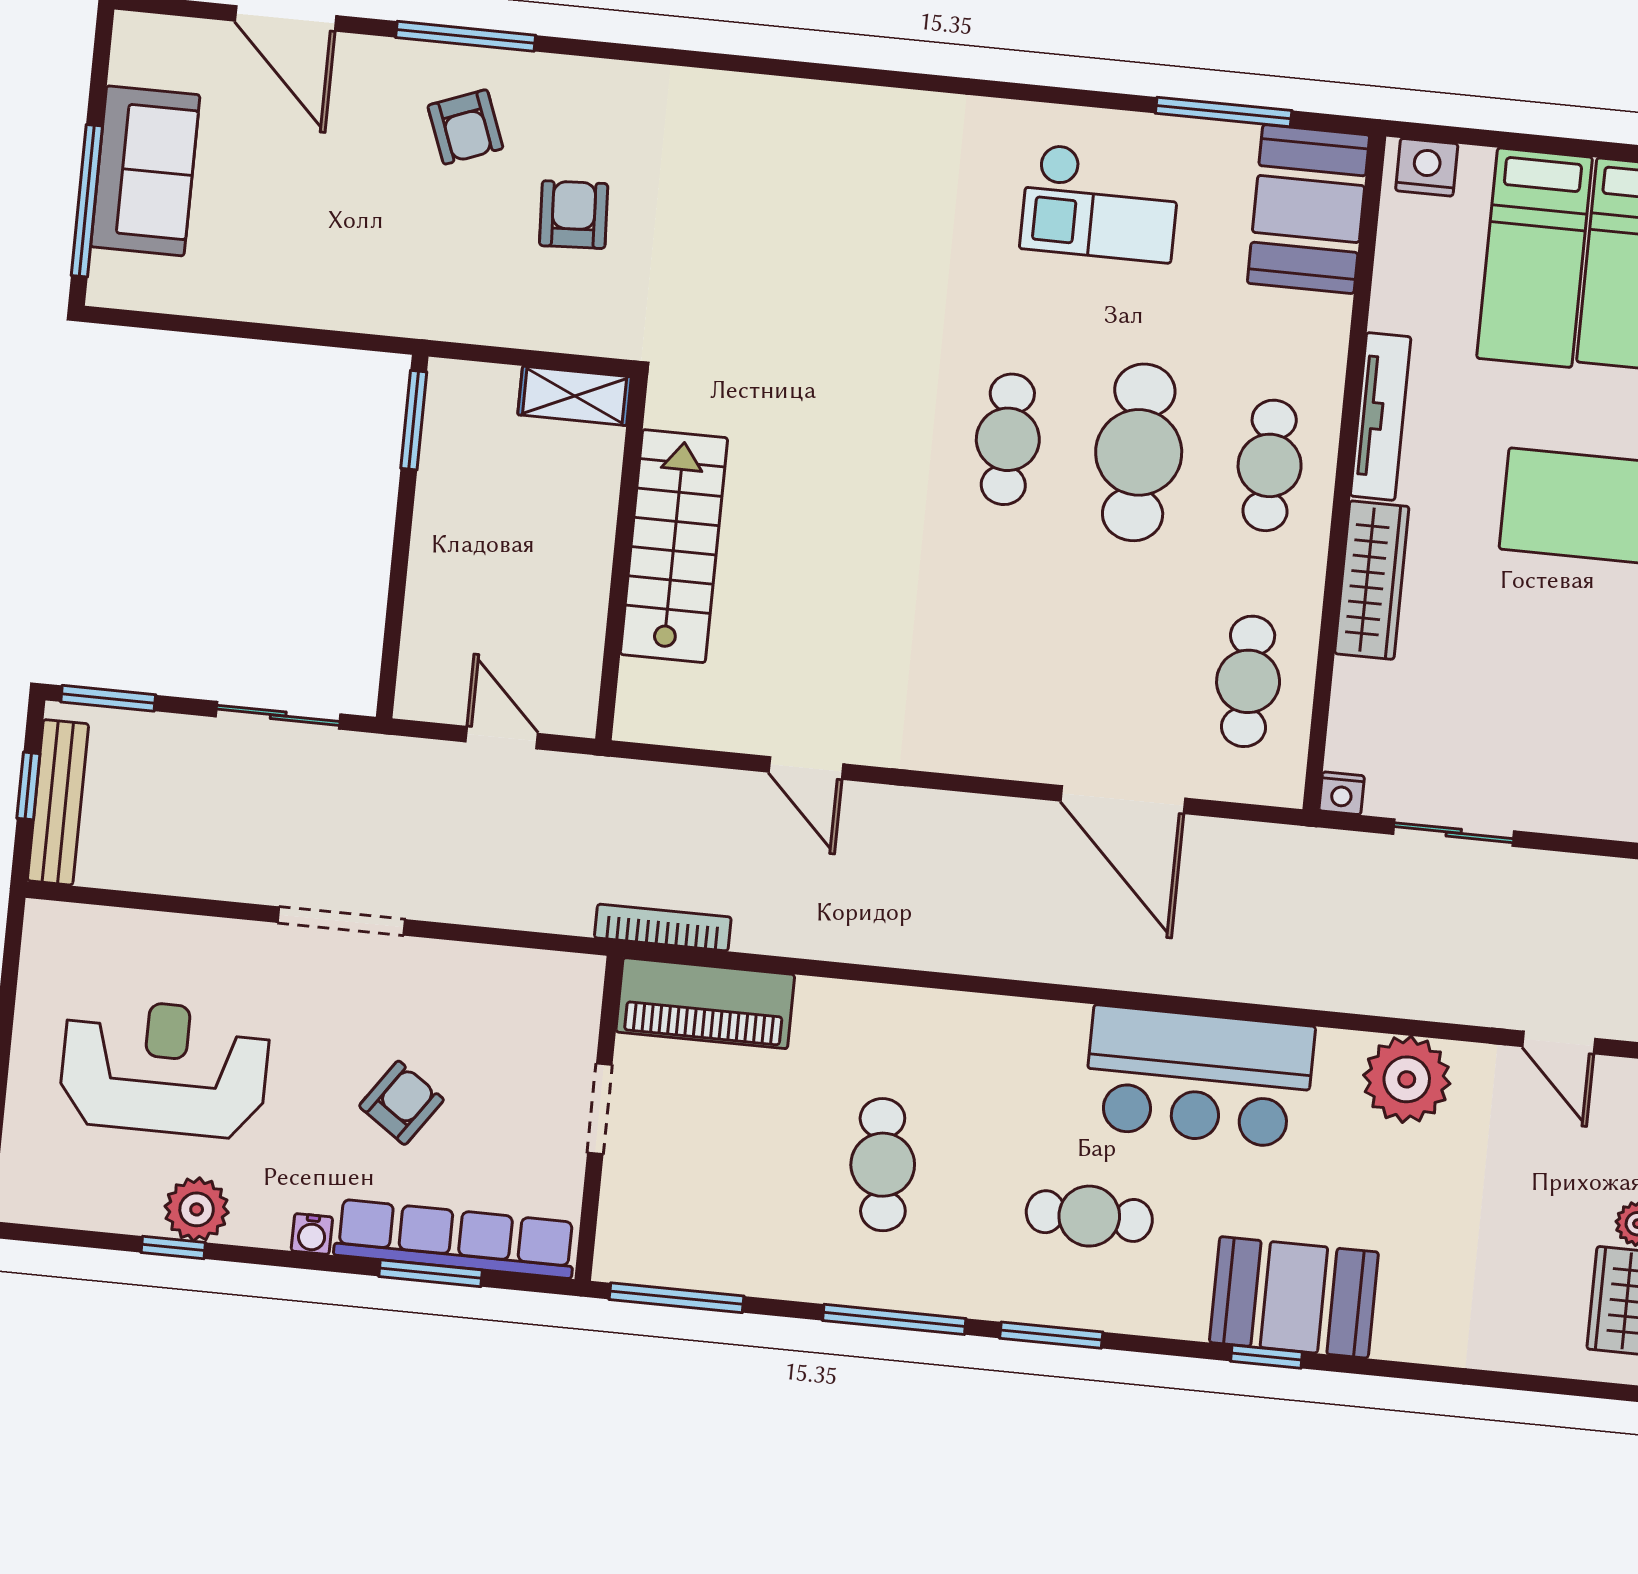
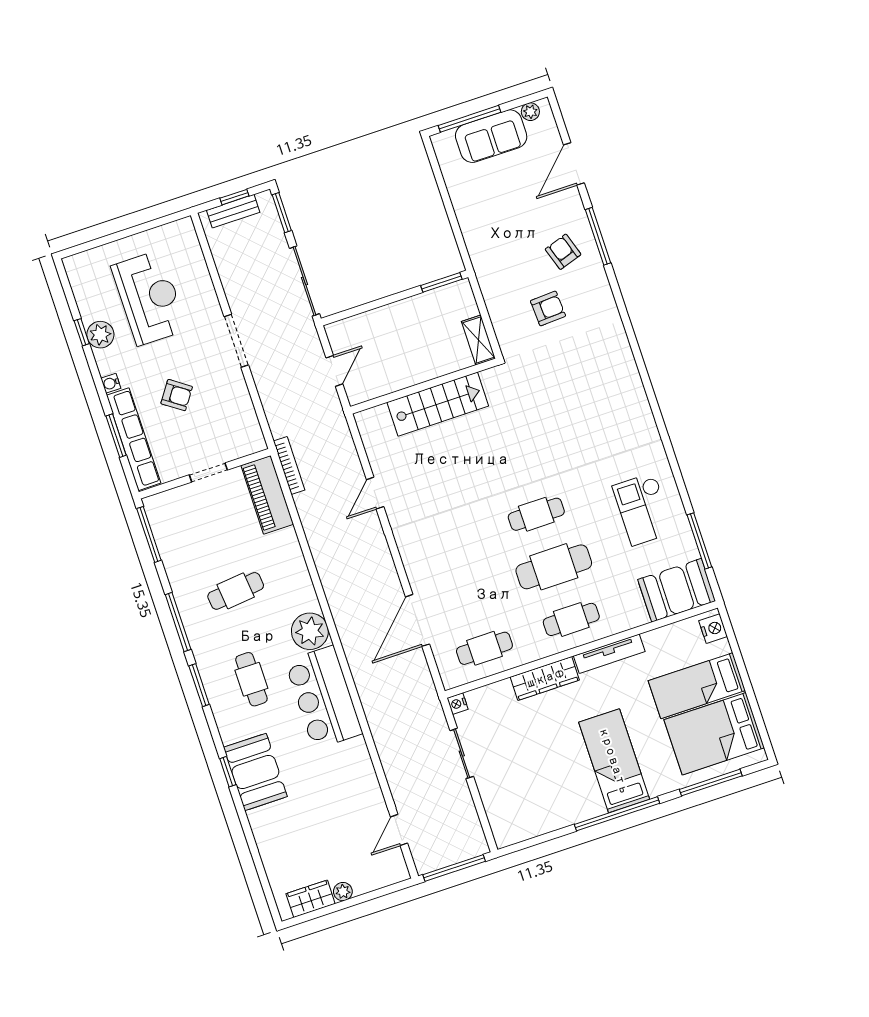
plant: (130, 62) -> (530, 112), added
armchair: (465, 127) -> (563, 252), turned 93
sliding door: (278, 715) -> (304, 281), width x1.37
bench: (58, 802) -> (233, 211), width x0.73
plant: (1407, 1079) -> (310, 631), moved

